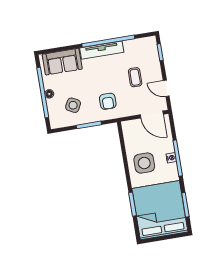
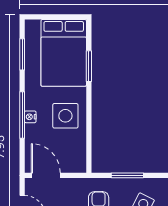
bed: (160, 210) -> (64, 53), width x0.73

